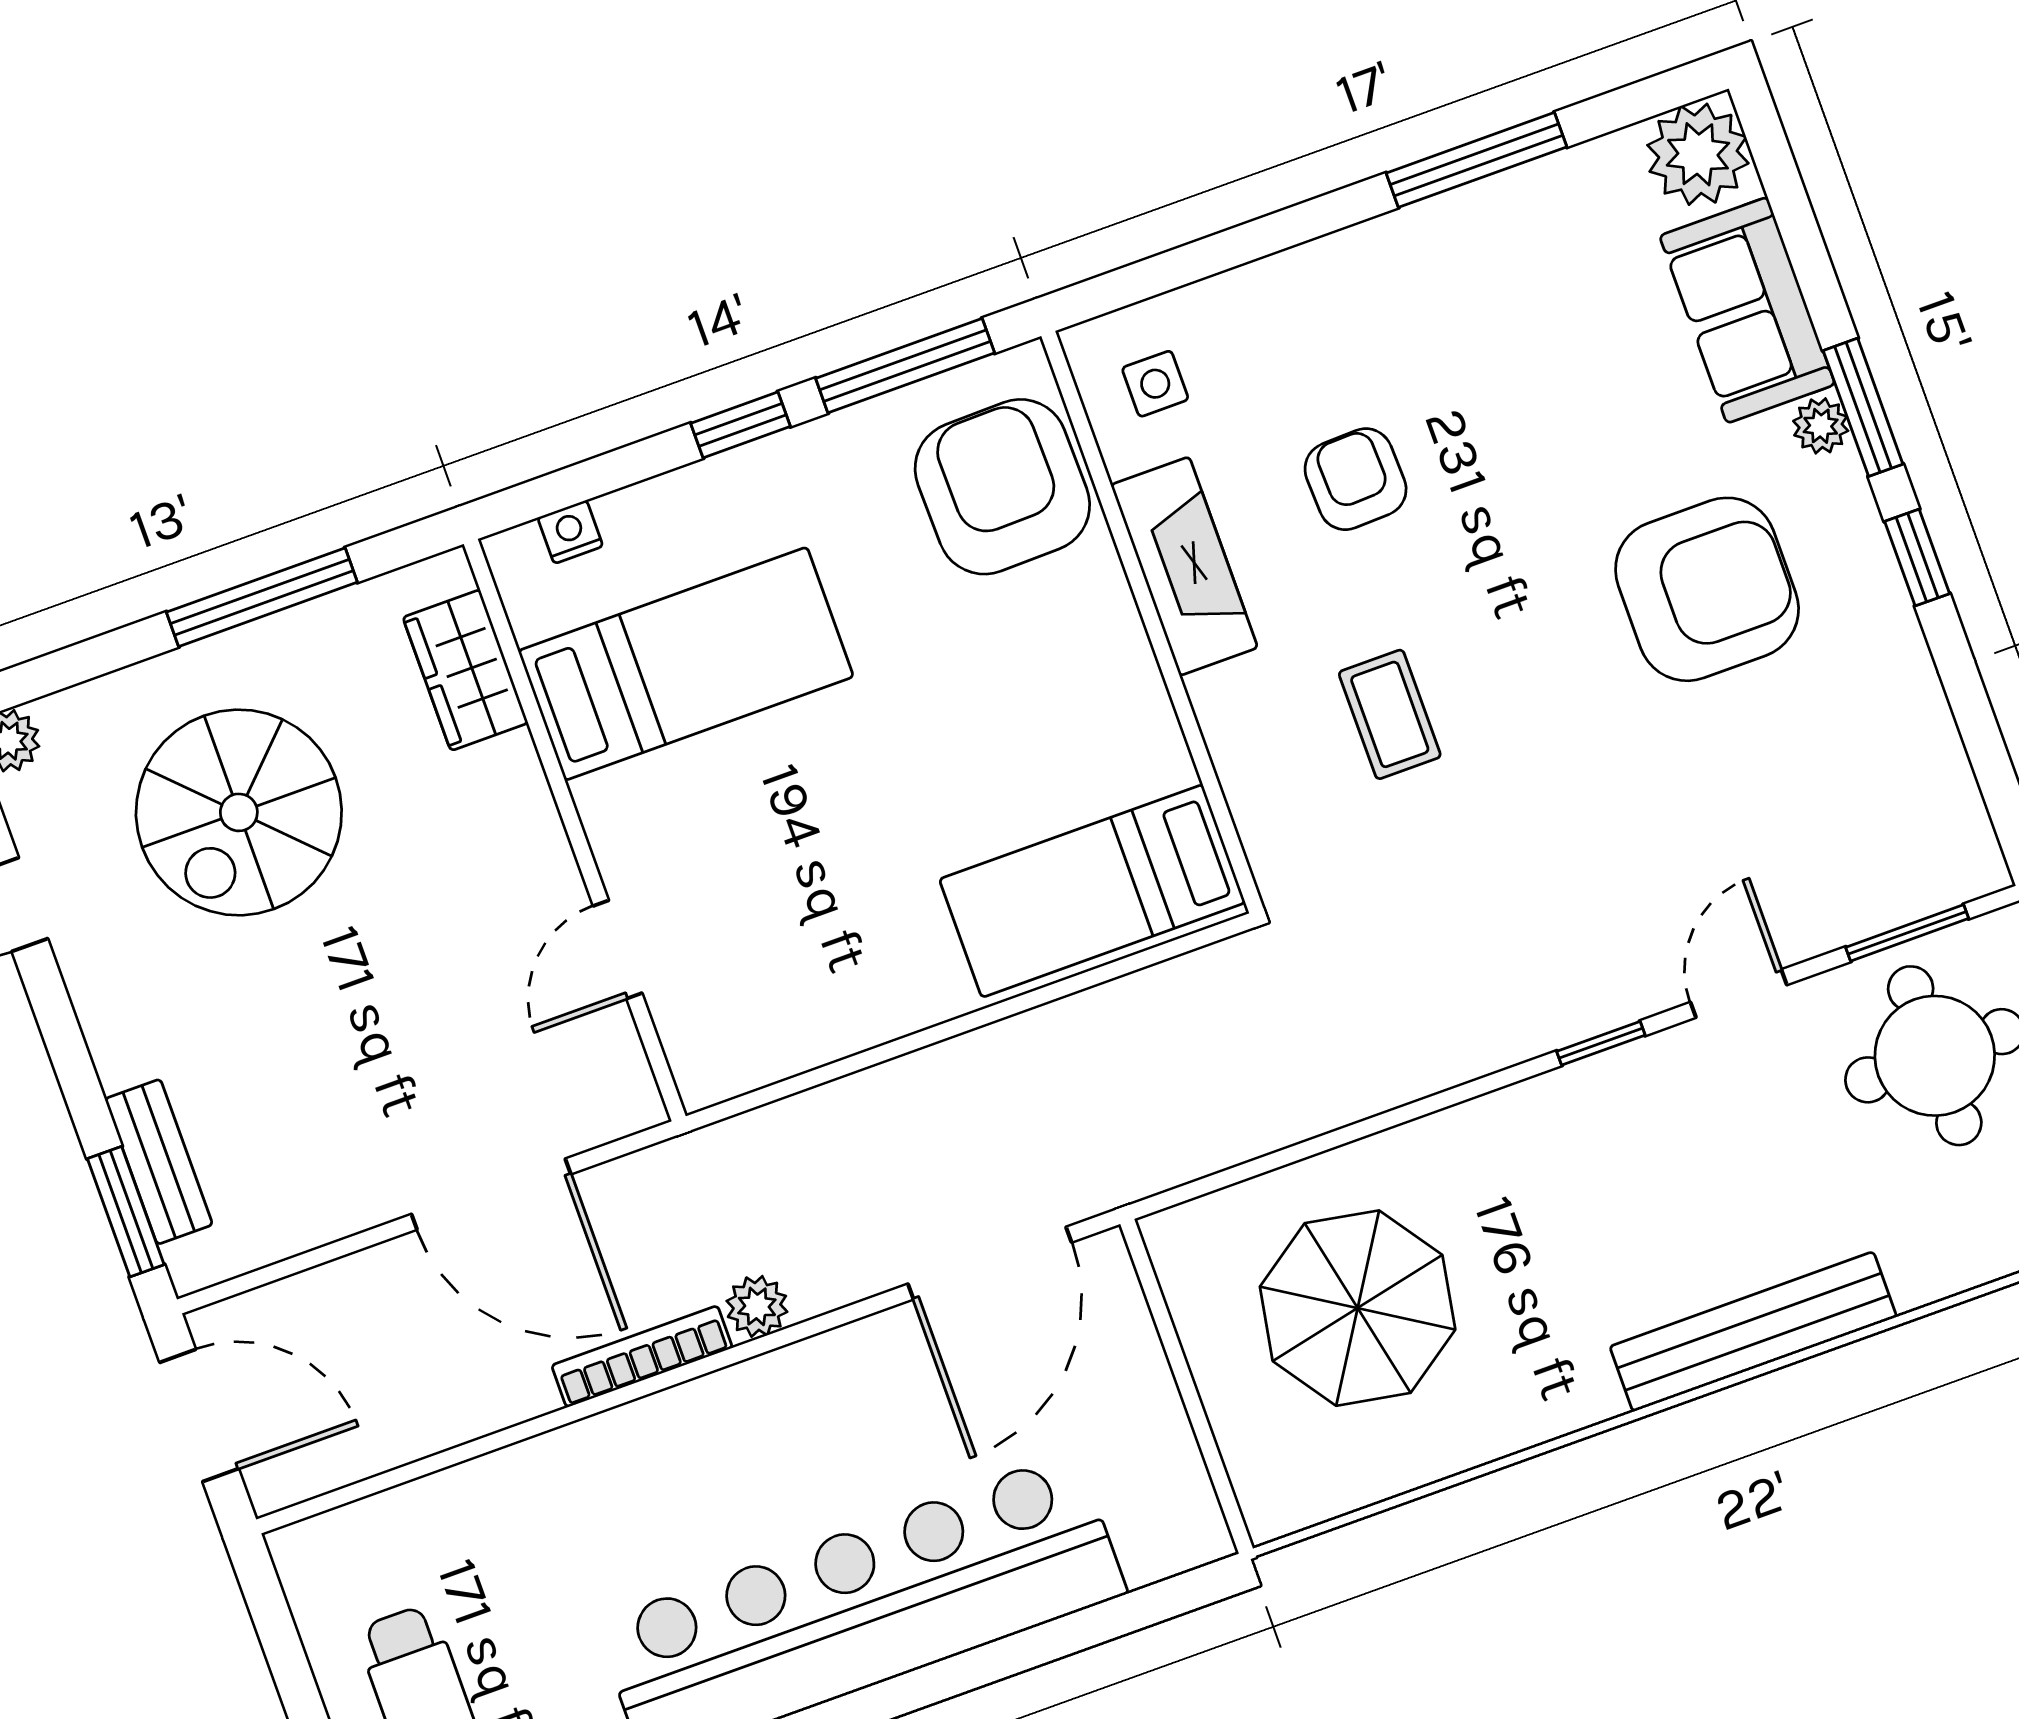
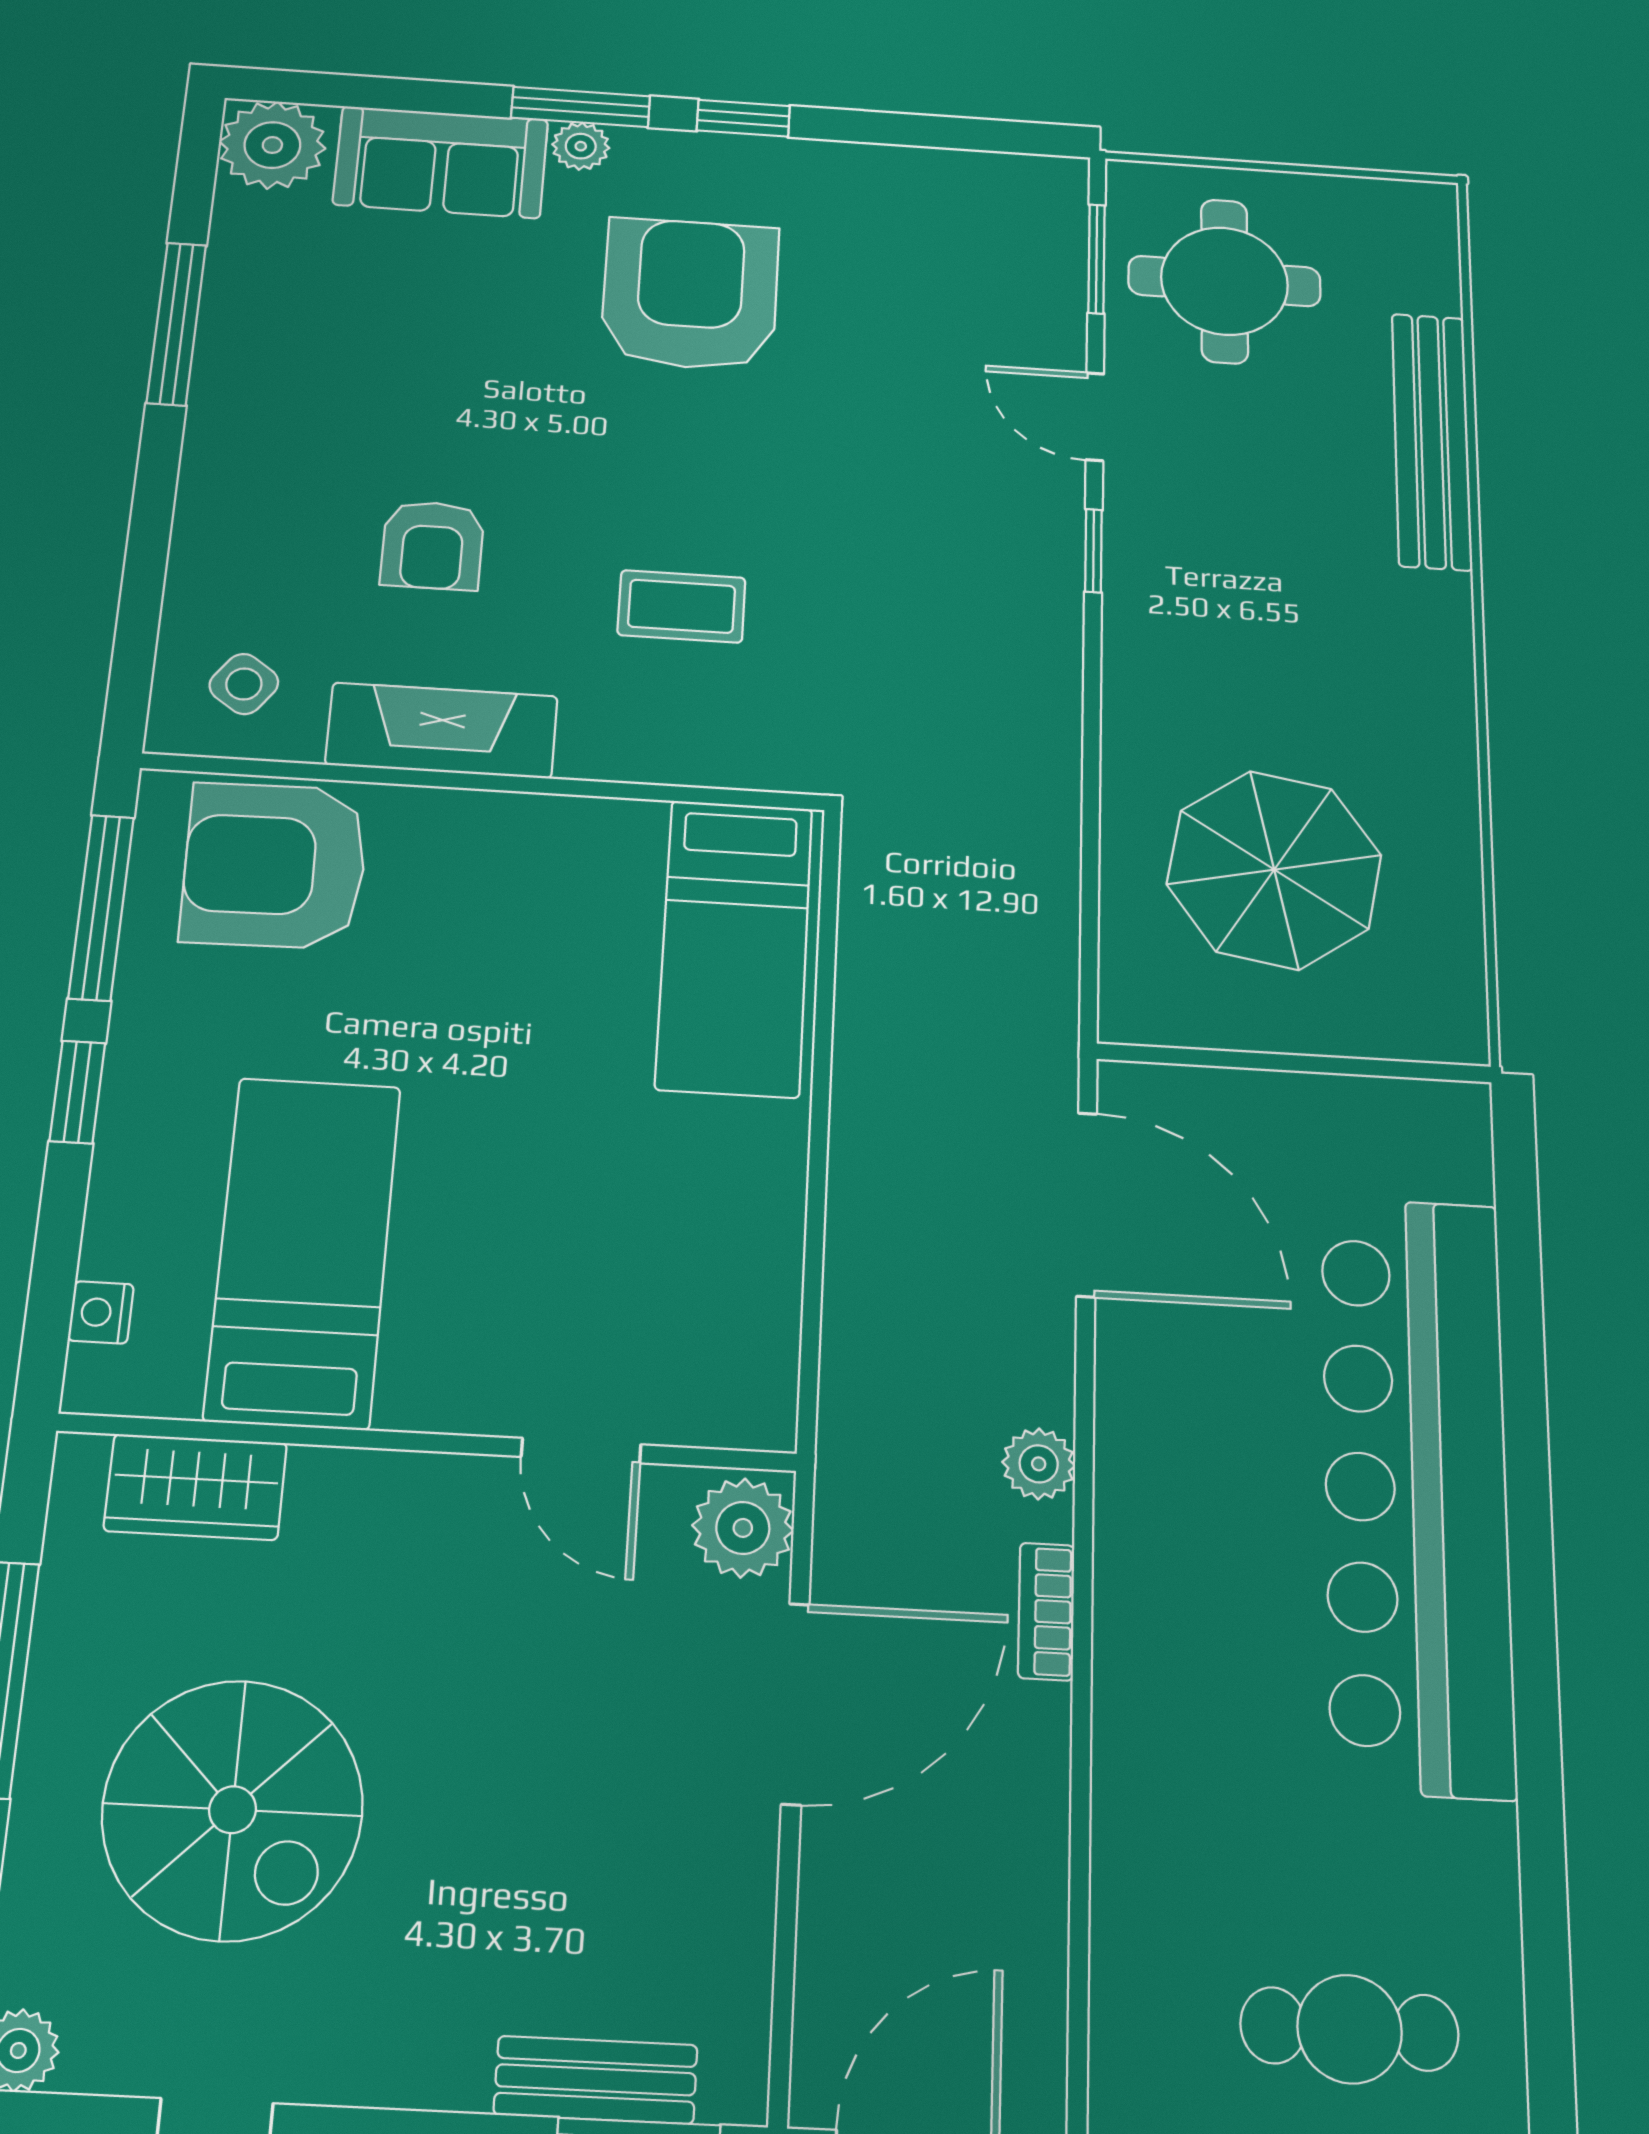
side table: (1155, 384) -> (244, 684), turned 36
armchair: (1356, 479) -> (432, 545), turned -88
plant: (609, 1099) -> (743, 1528), added
bench: (1753, 1332) -> (1432, 441), moved
bookcase: (642, 1357) -> (1046, 1611), width x0.64

